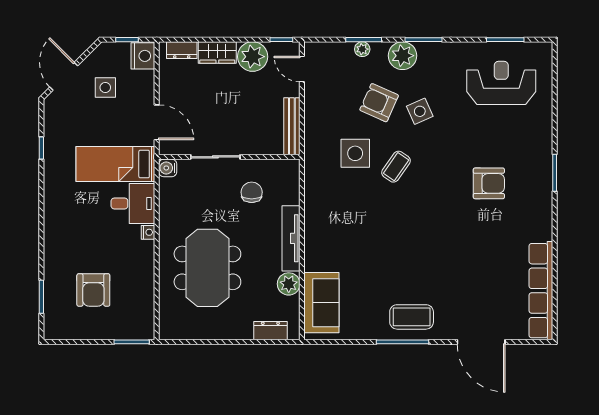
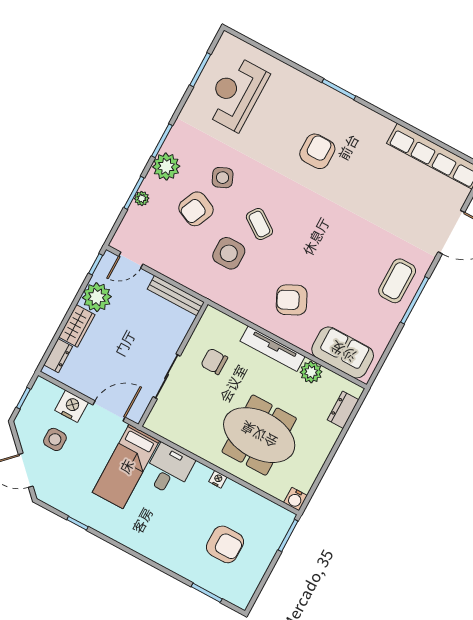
nightstand: (143, 56) -> (72, 406), moved
water cooler: (168, 168) -> (295, 499), moved
nightstand: (148, 232) -> (218, 479), moved
armchair: (344, 232) -> (292, 300), added

